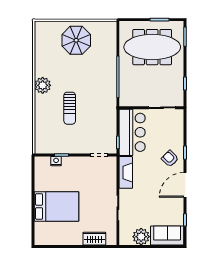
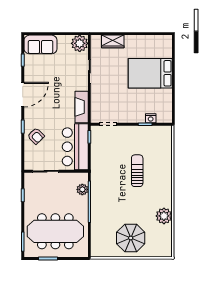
plant: (43, 85) -> (164, 216), moved
plant: (125, 89) -> (82, 189), added
armchair: (170, 159) -> (36, 136), moved
plant: (141, 237) -> (80, 43), moved

